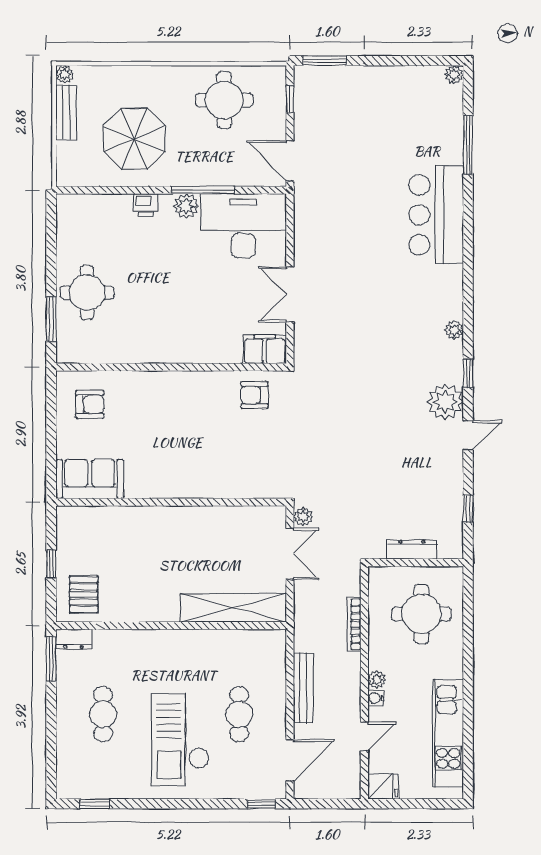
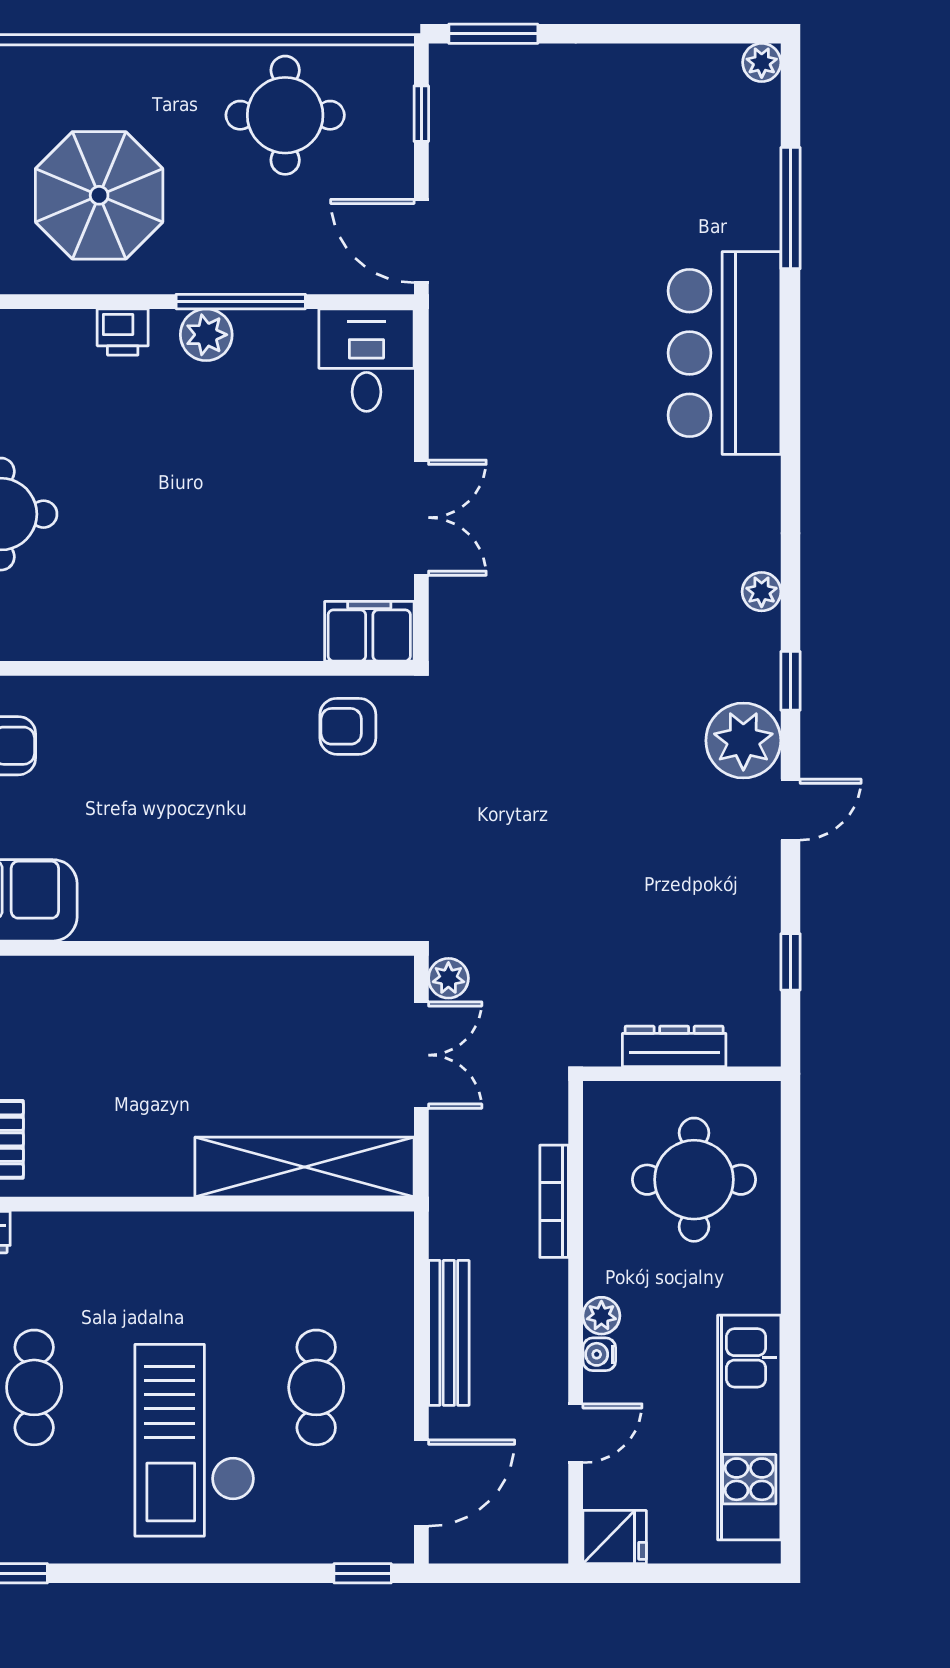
desk: (243, 226) -> (366, 360), width x0.53, depth x0.77
double door: (290, 294) -> (421, 518), swing flipped

